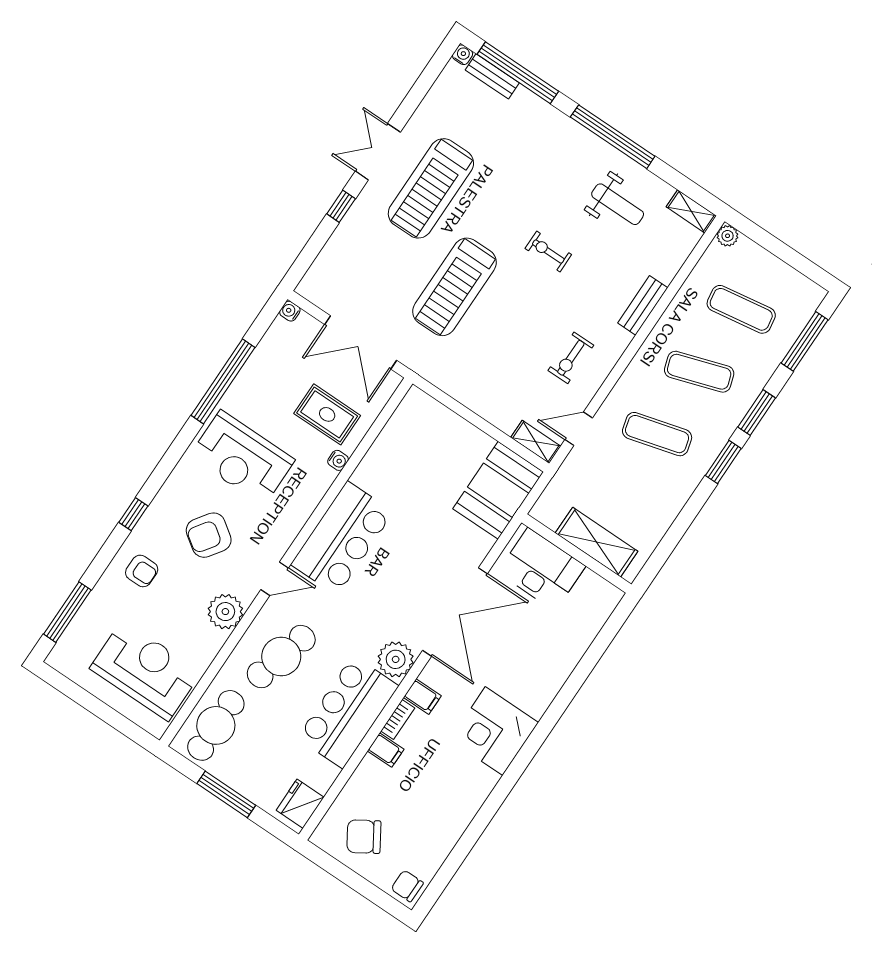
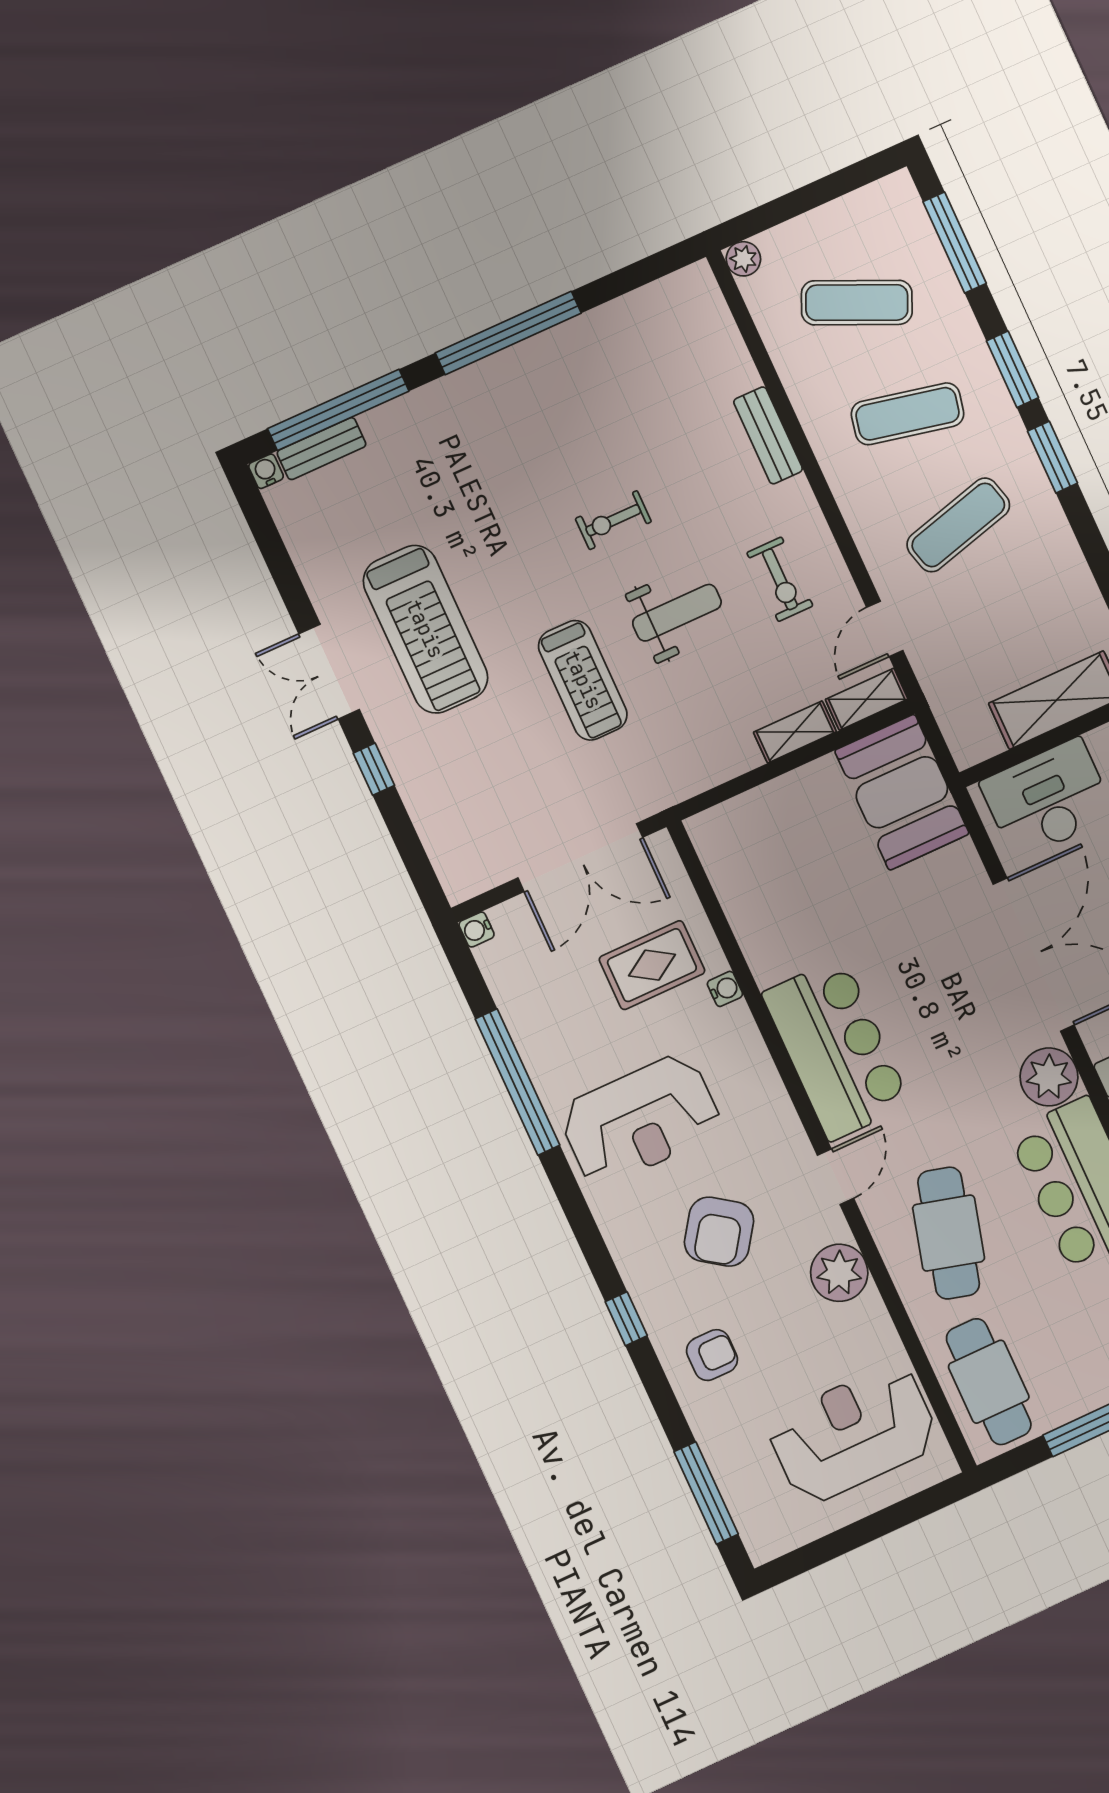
weight bench: (618, 204) -> (677, 613), moved
shelving: (691, 211) -> (795, 732), moved
treadmill: (454, 287) -> (583, 680), width x0.73, depth x0.73
exercise mat: (741, 309) -> (857, 303), turned 33
exercise mat: (699, 372) -> (908, 414), turned 30

